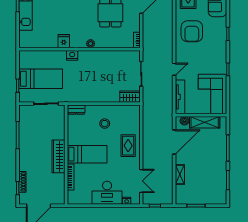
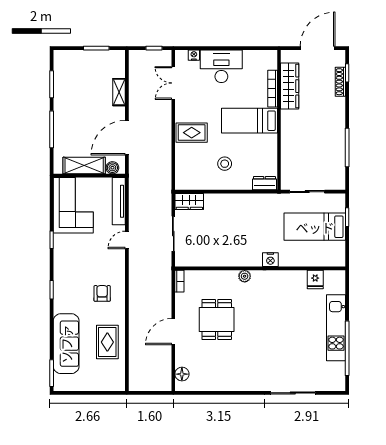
armchair: (192, 31) -> (102, 293), width x0.53, depth x0.53
fridge: (64, 41) -> (315, 280), moved
rug: (128, 146) -> (192, 133), turned 90
wardrobe: (58, 156) -> (290, 86), moved

